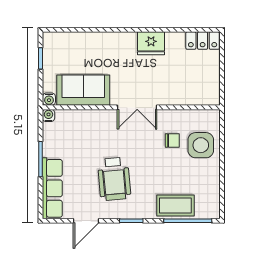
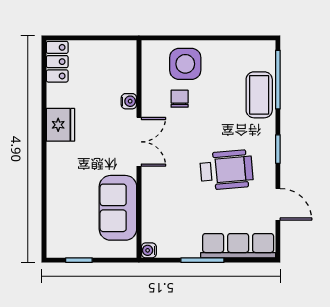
water cooler: (49, 99) -> (129, 101), moved

